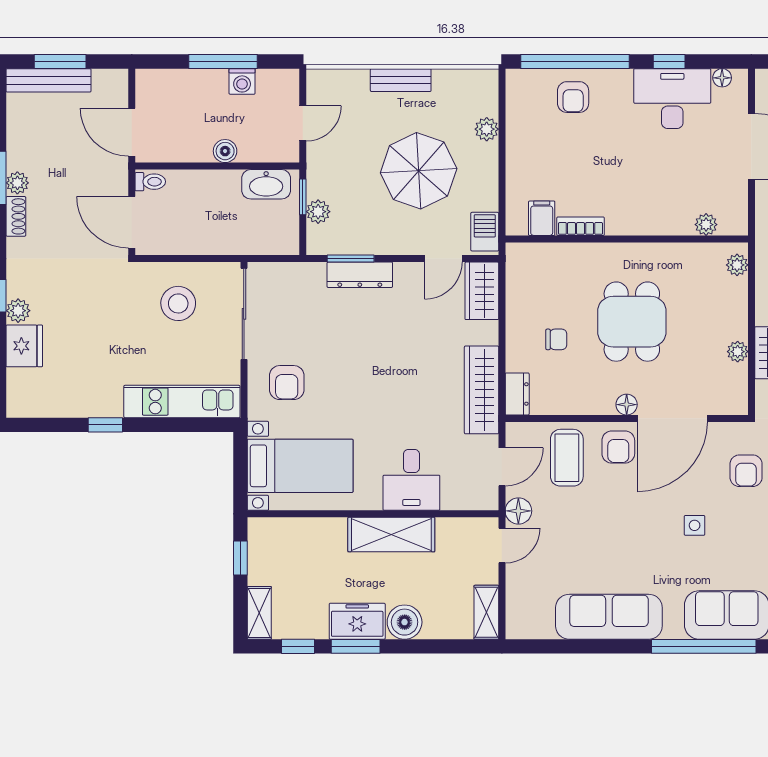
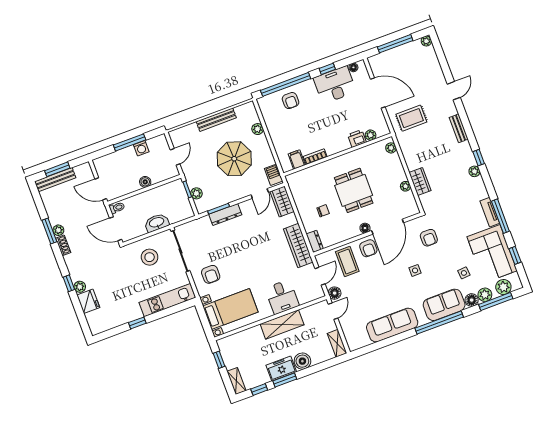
bench: (401, 80) -> (216, 120), width x1.36
washbasin: (266, 184) -> (157, 223), moved, turned 180
printer: (677, 221) -> (357, 138), added

